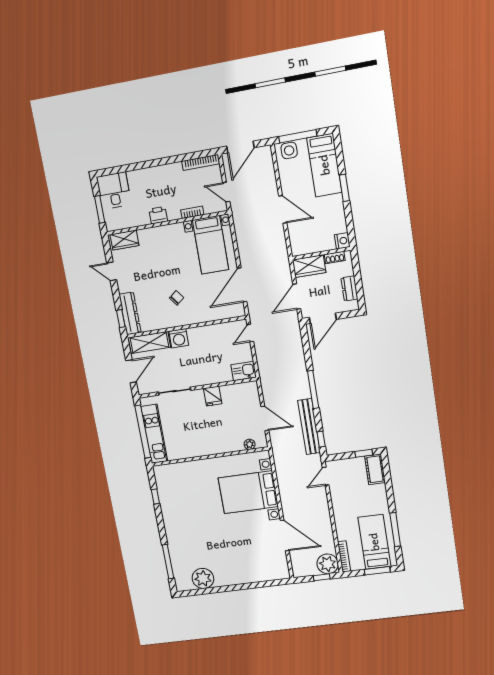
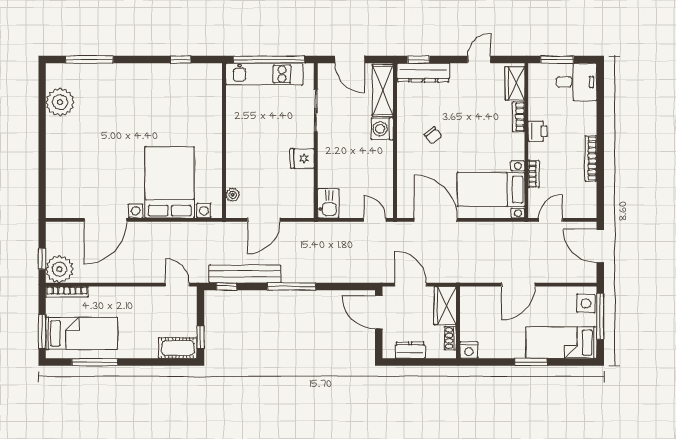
bookcase: (201, 162) -> (591, 158), moved
bookcase: (150, 232) -> (519, 117), added

